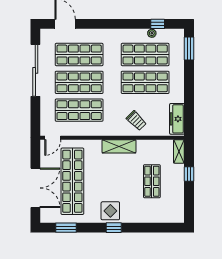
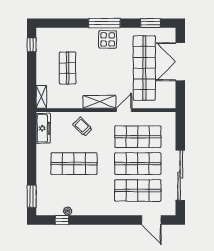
shop shelf: (145, 55) -> (74, 190), removed
door: (53, 138) -> (124, 110), moved
window: (189, 174) -> (32, 45), moved
window: (114, 228) -> (104, 23), width x2.17

